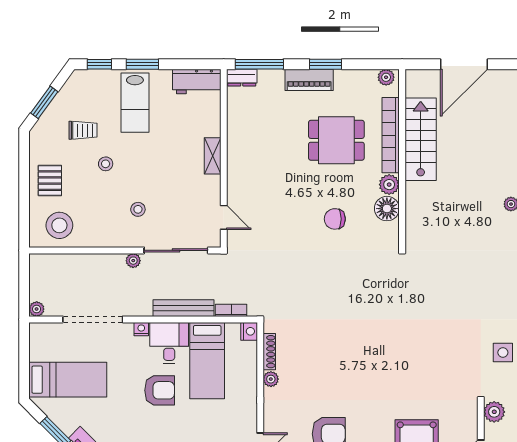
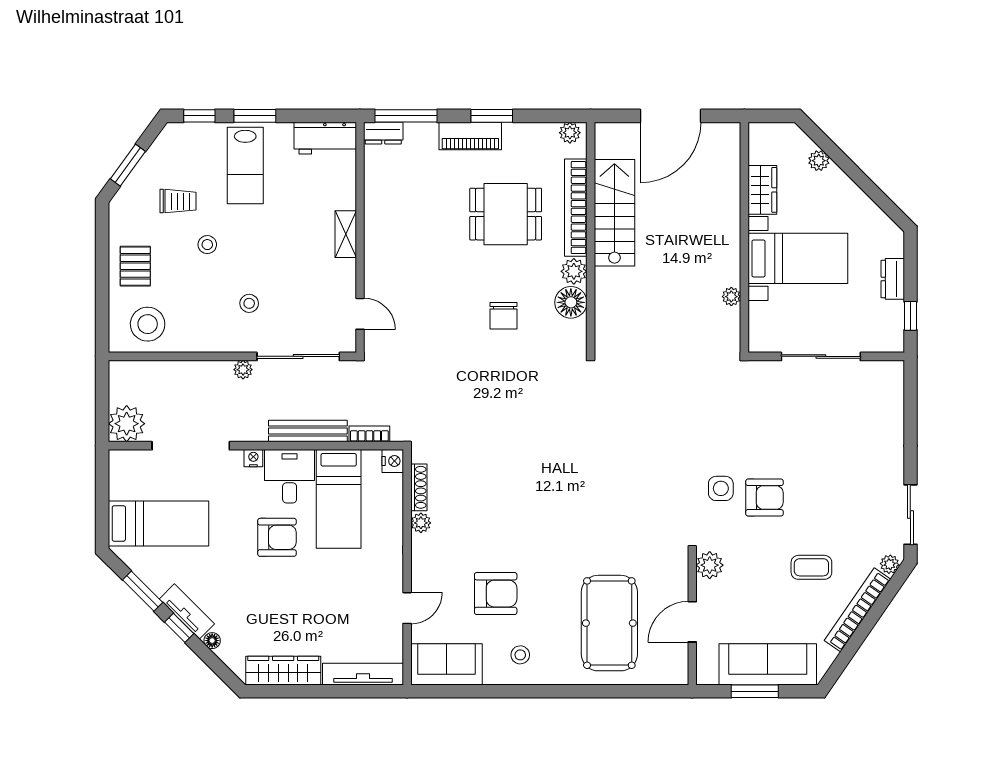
chair: (335, 219) -> (504, 316), turned -90
plant: (37, 309) -> (127, 424), width x1.88, depth x1.88

